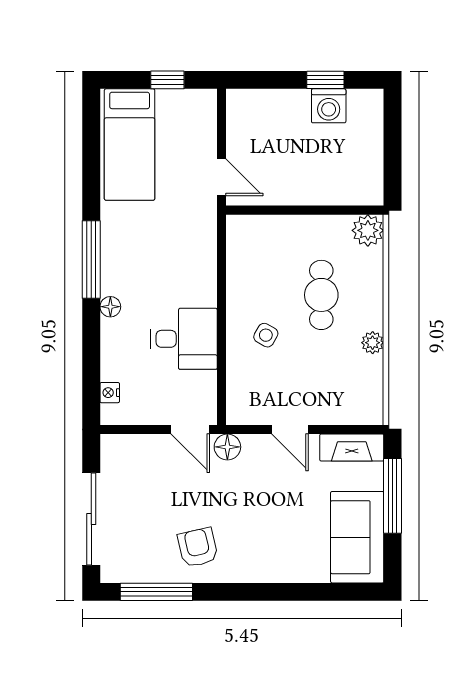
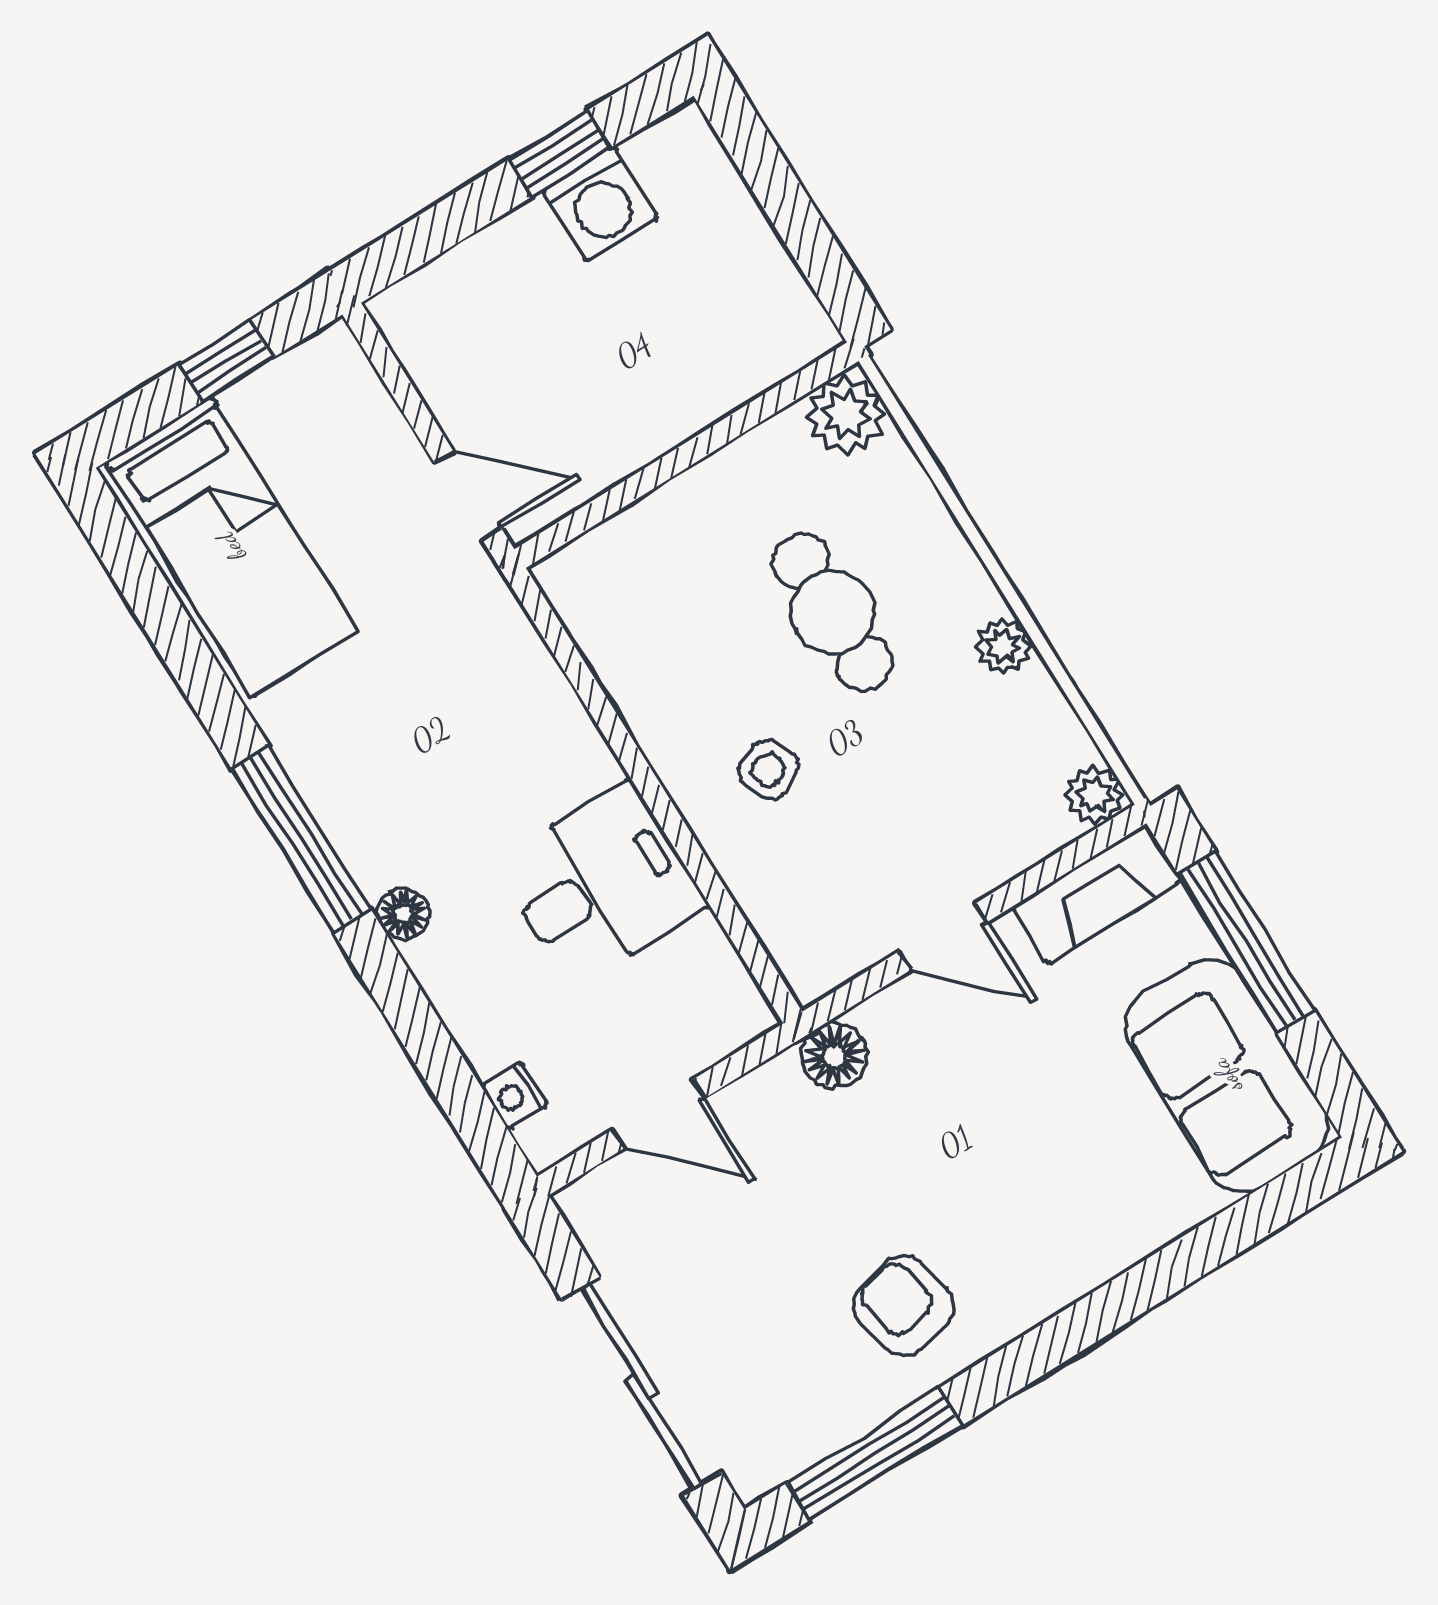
side table: (266, 335) -> (768, 770), turned 35
plant: (372, 413) -> (1095, 795), added
door: (190, 429) -> (658, 1114), moved

